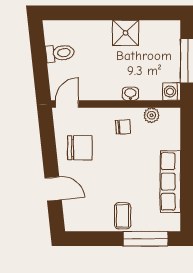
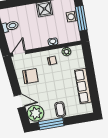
washing machine: (172, 92) -> (72, 17), moved
plant: (78, 215) -> (36, 113), added
window: (146, 239) -> (51, 124), moved

